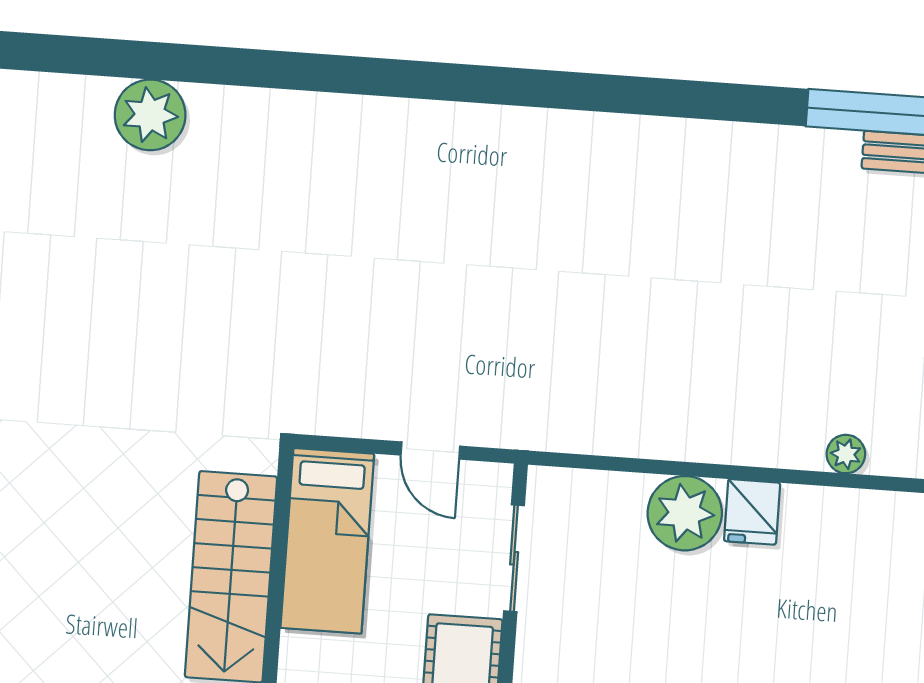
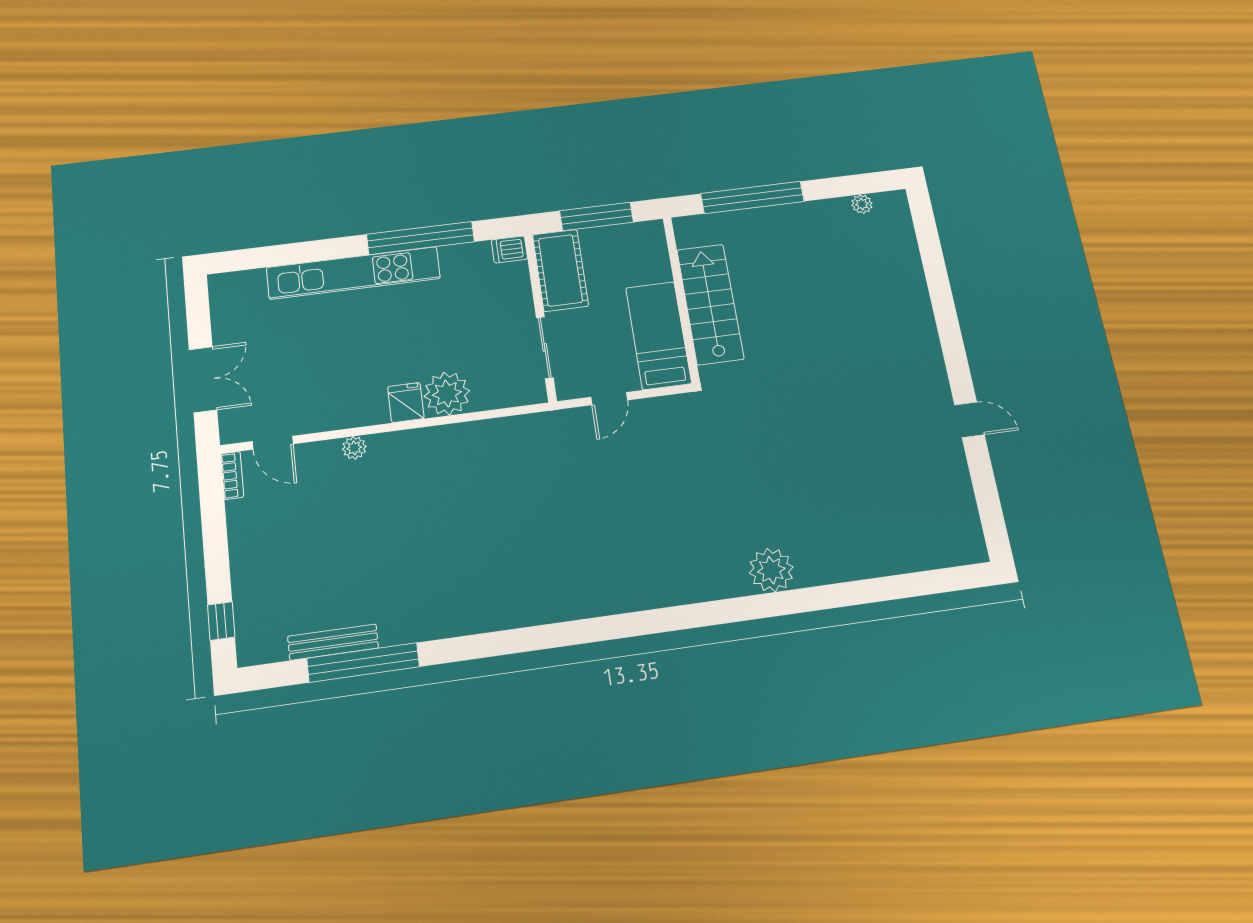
plant: (150, 115) -> (771, 570), moved
door: (430, 451) -> (609, 399), swing flipped

